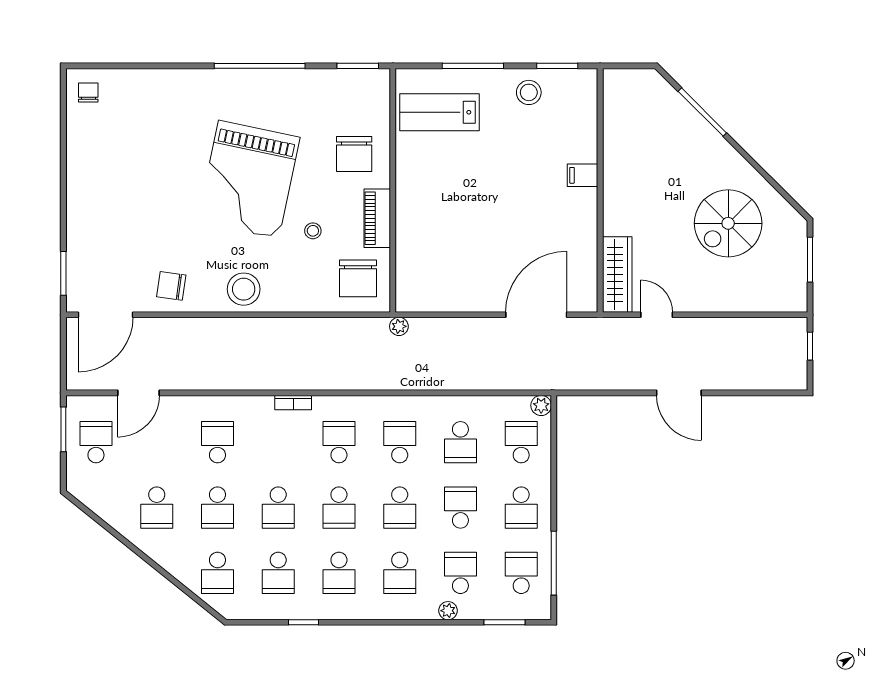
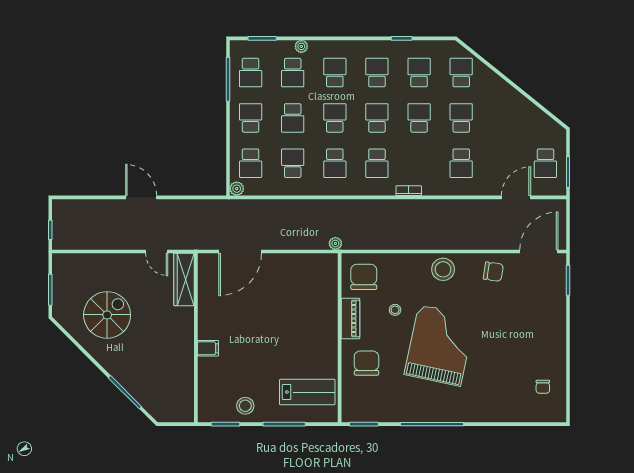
chair: (88, 93) -> (543, 387), moved
school desk: (157, 508) -> (503, 118), removed

